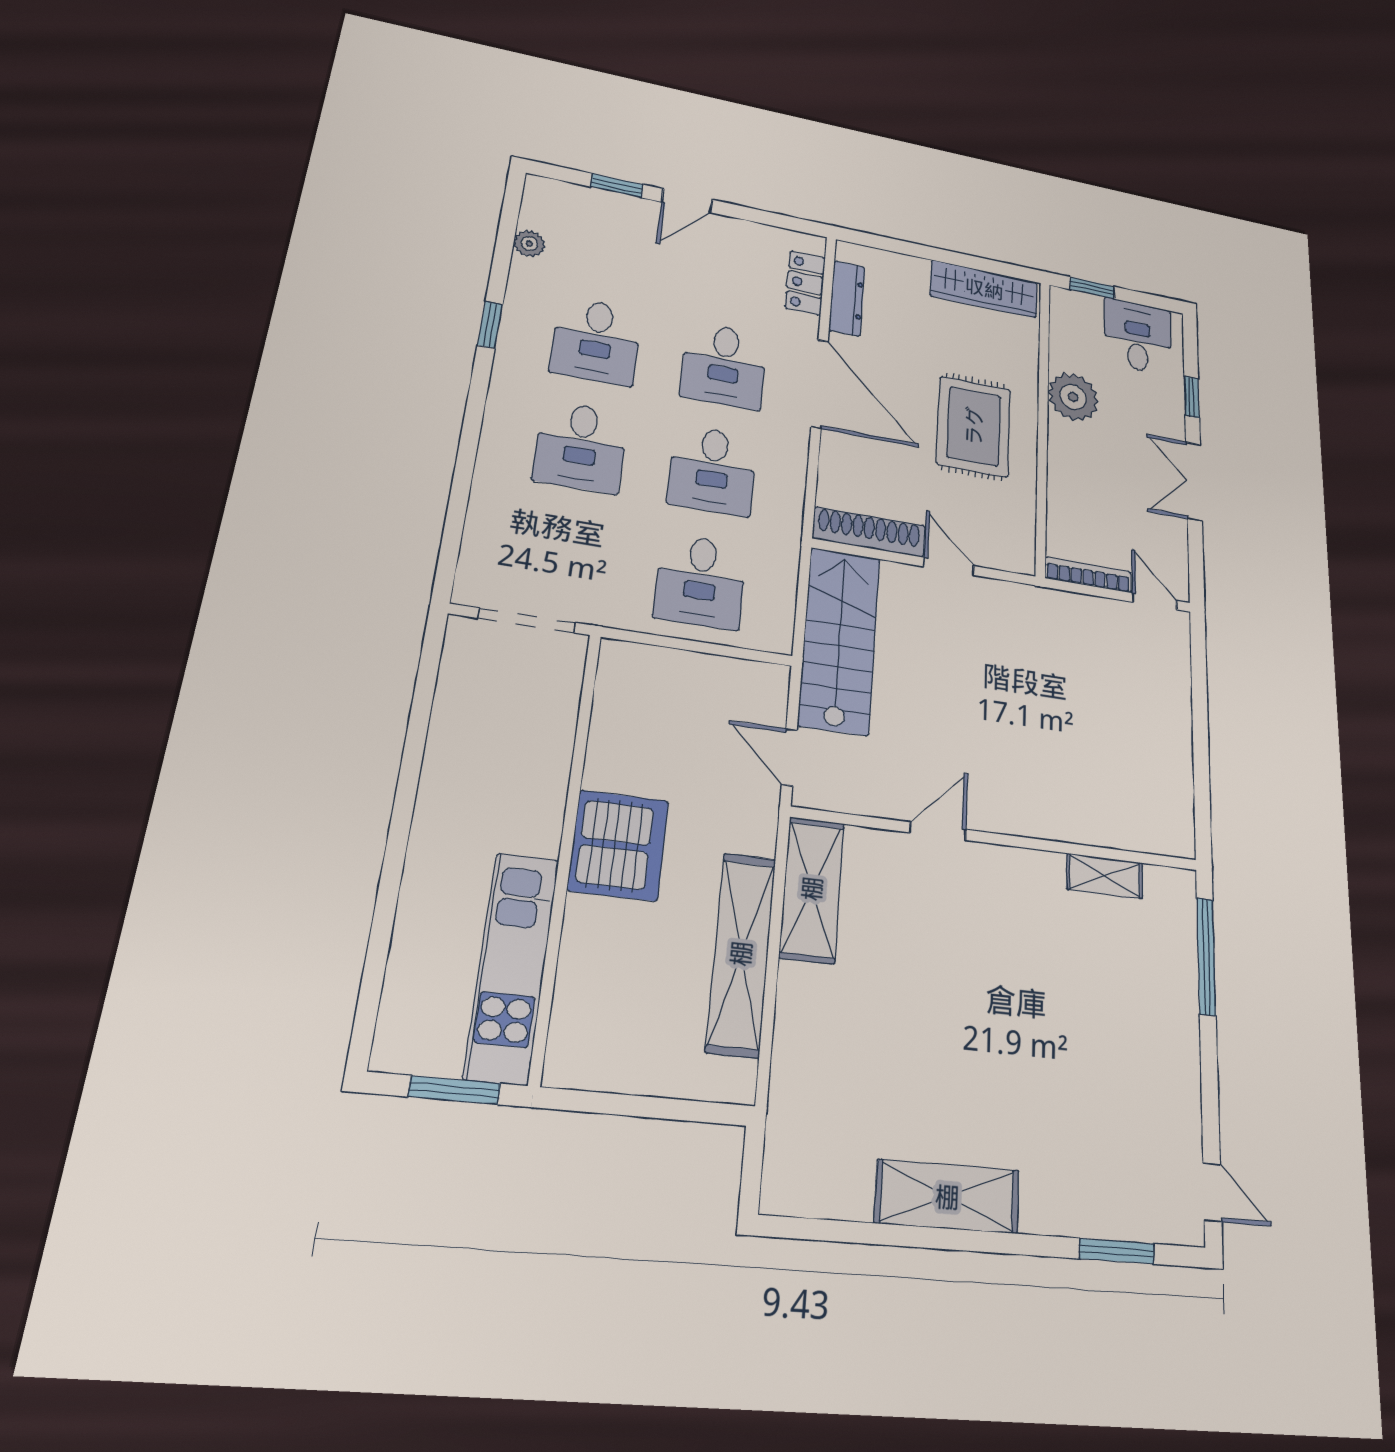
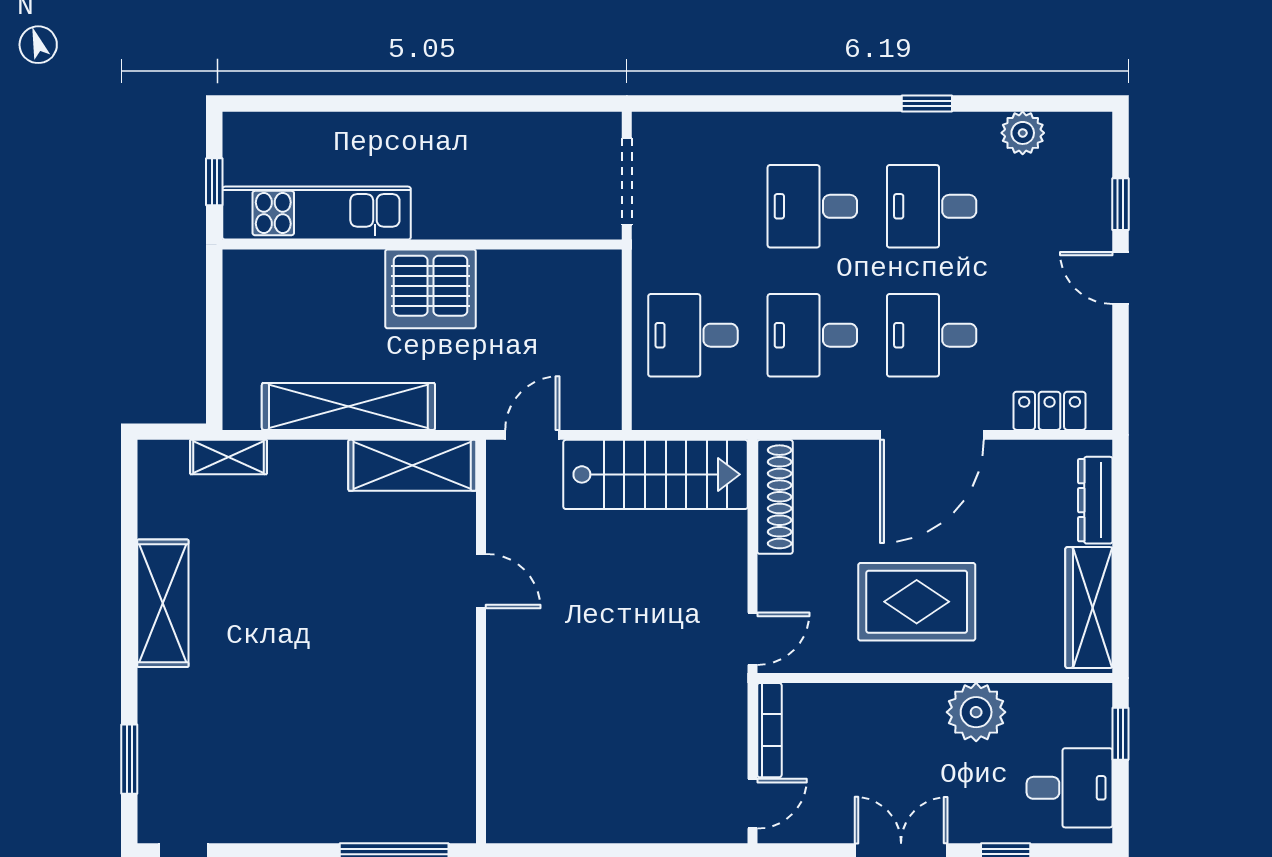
plant: (529, 244) -> (1023, 133), width x1.38, depth x1.38
dresser: (847, 298) -> (1095, 500), moved, turned 90
door: (949, 566) -> (752, 639), moved
shelving: (1105, 876) -> (228, 457), moved, turned 90
window: (454, 1090) -> (214, 182), width x0.67

